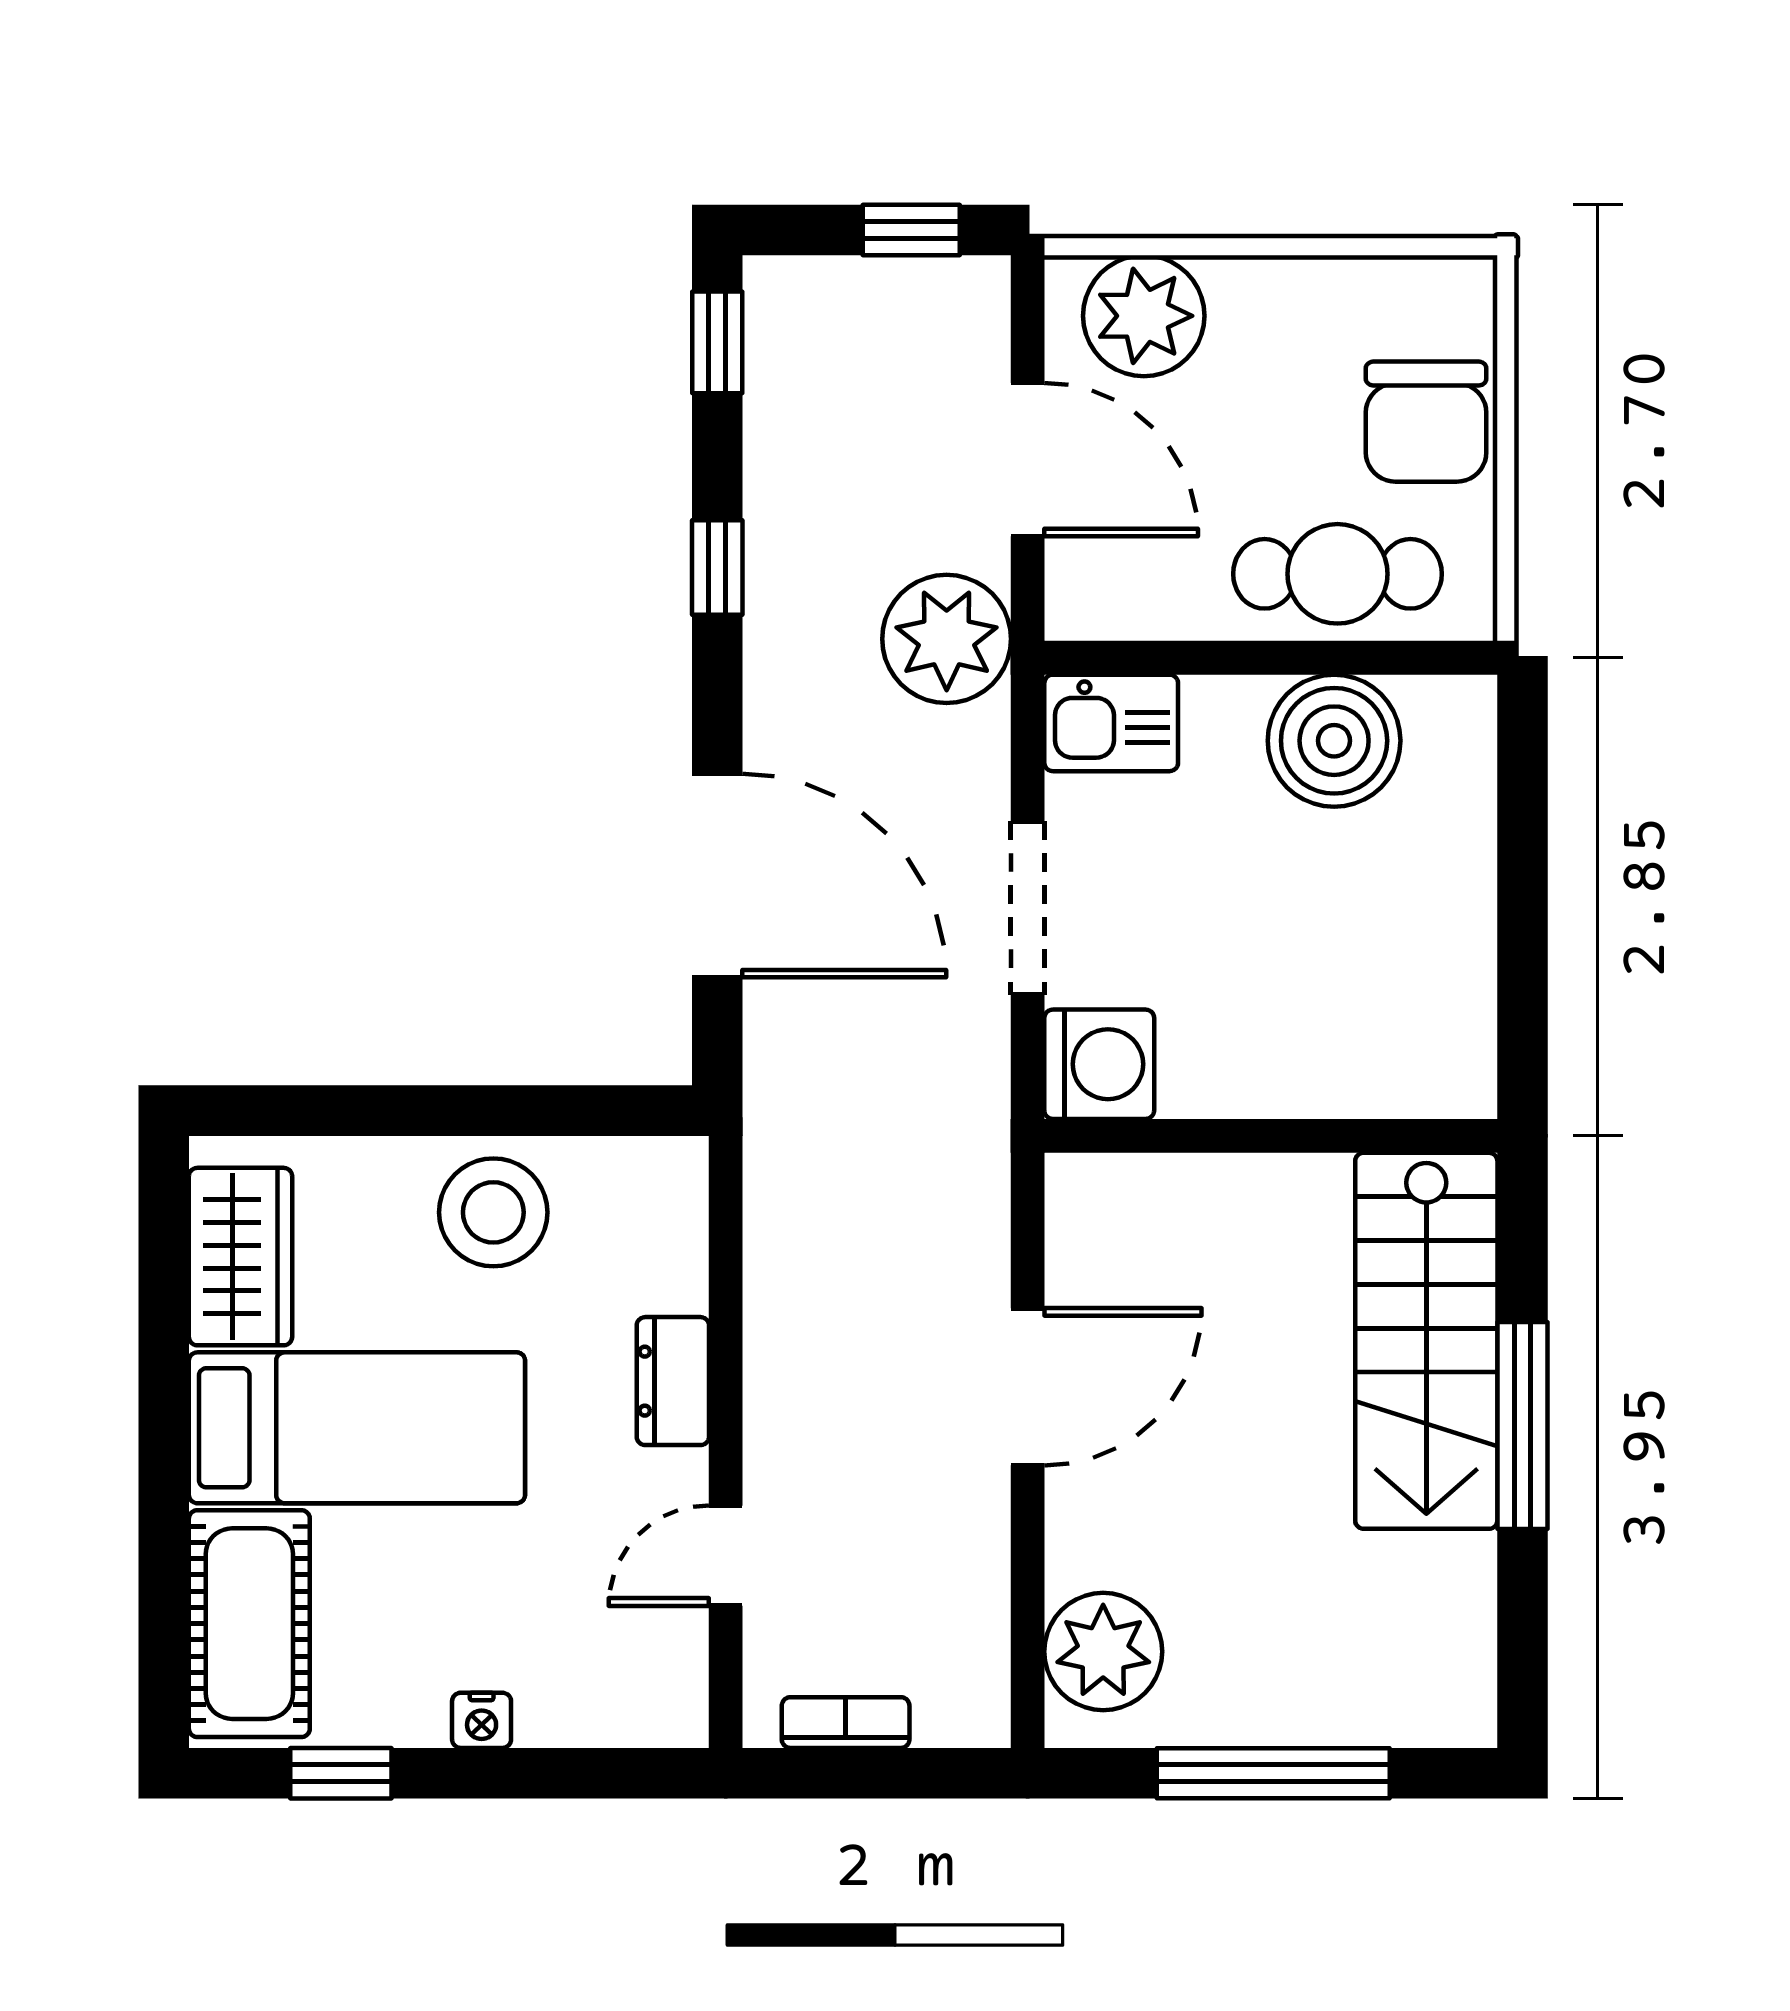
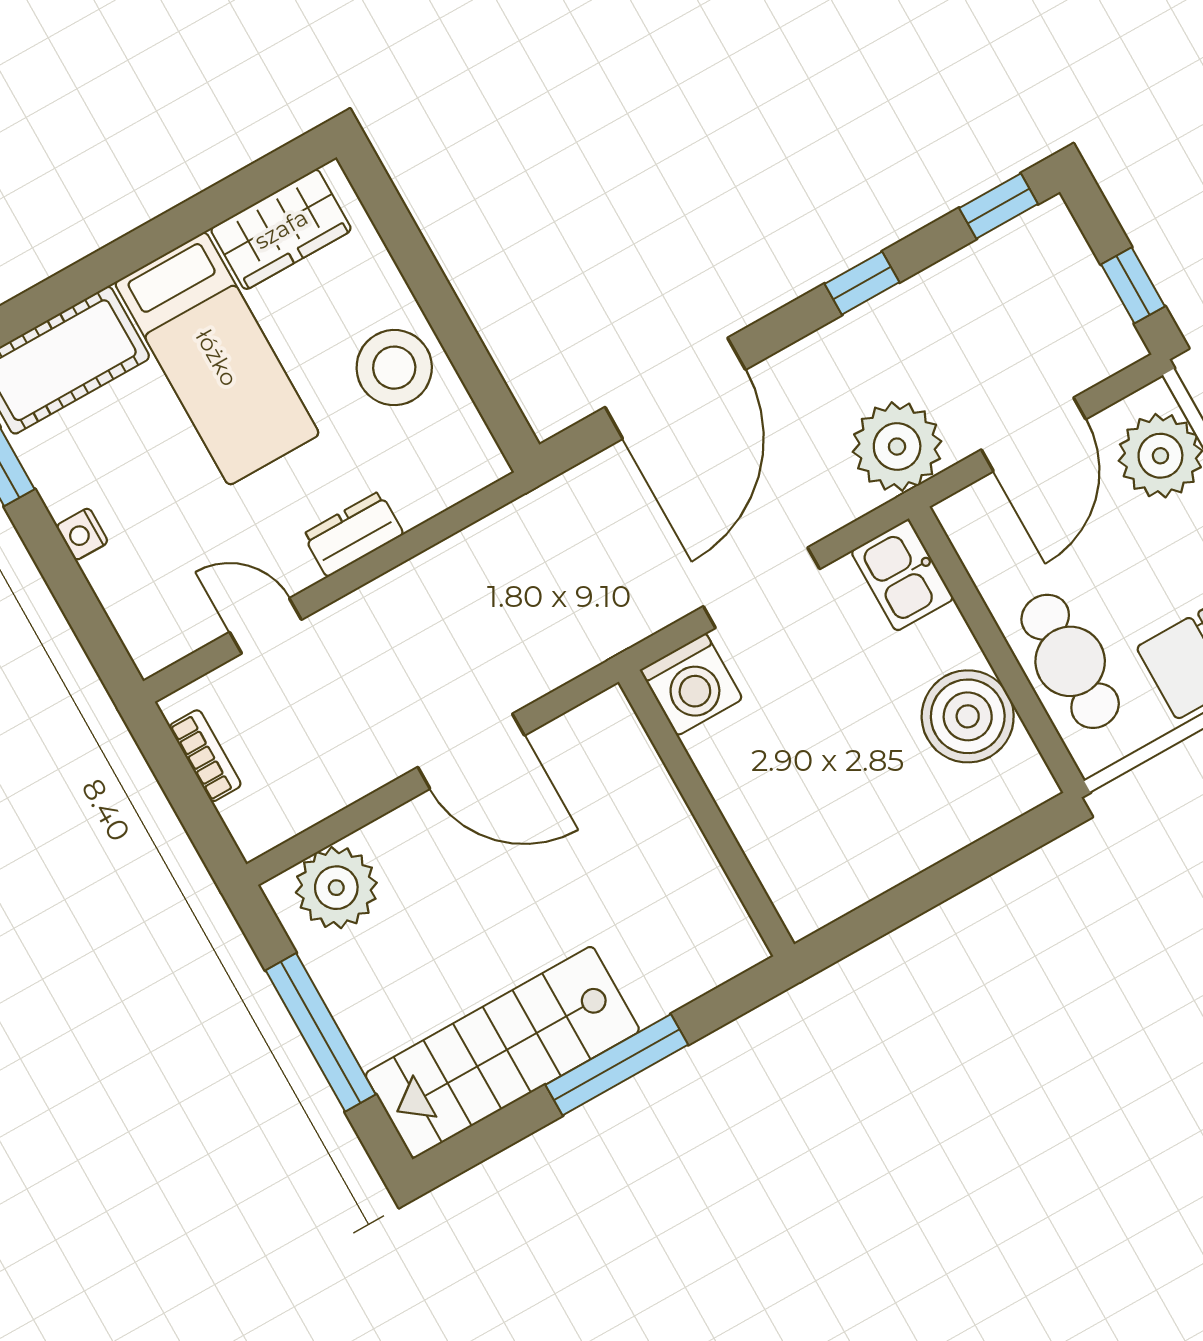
stairs: (1426, 1341) -> (502, 1052), moved

